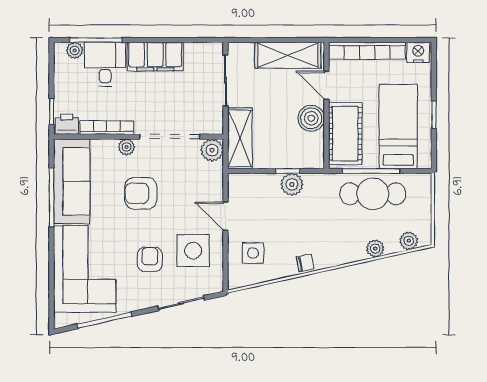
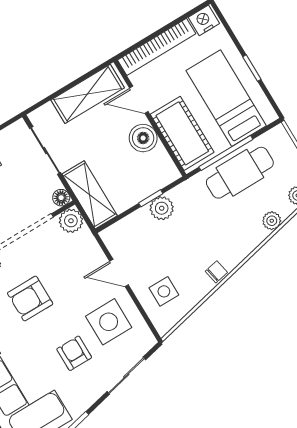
floor lamp: (215, 127) -> (61, 198), added

